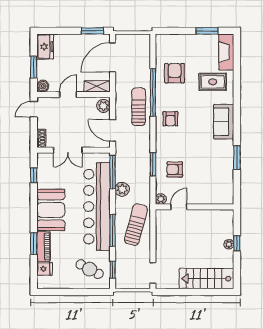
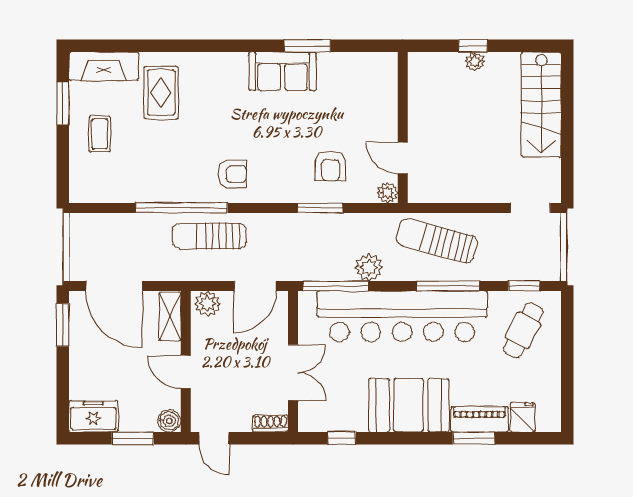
coffee table: (191, 50) -> (100, 134), added
armchair: (175, 73) -> (144, 166), removed
sofa: (224, 122) -> (283, 71), moved

